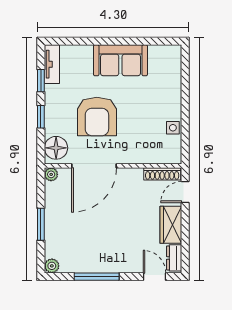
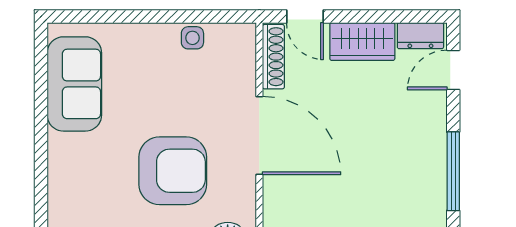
sofa: (120, 60) -> (74, 84), moved
door: (94, 166) -> (259, 136), moved

